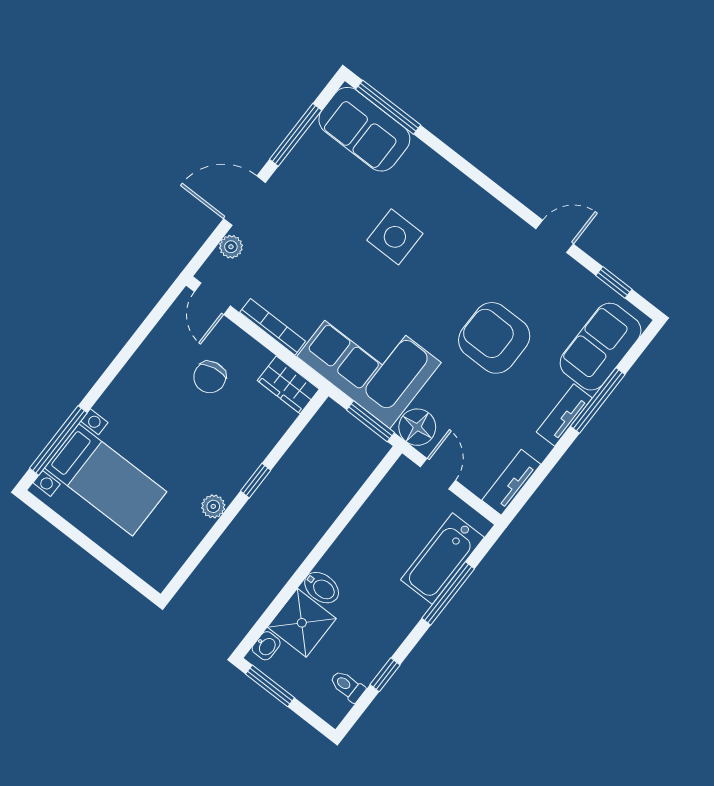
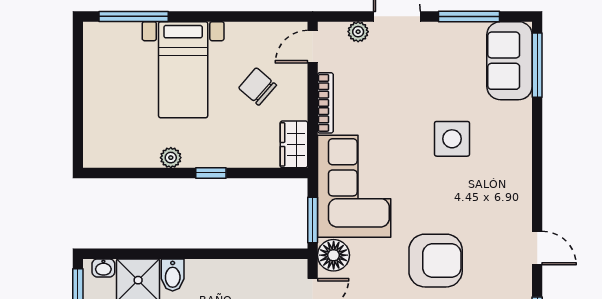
armchair: (494, 338) -> (436, 261), turned 90
chair: (210, 377) -> (258, 86), turned 51
bed with nightstands: (106, 480) -> (183, 70), moved

